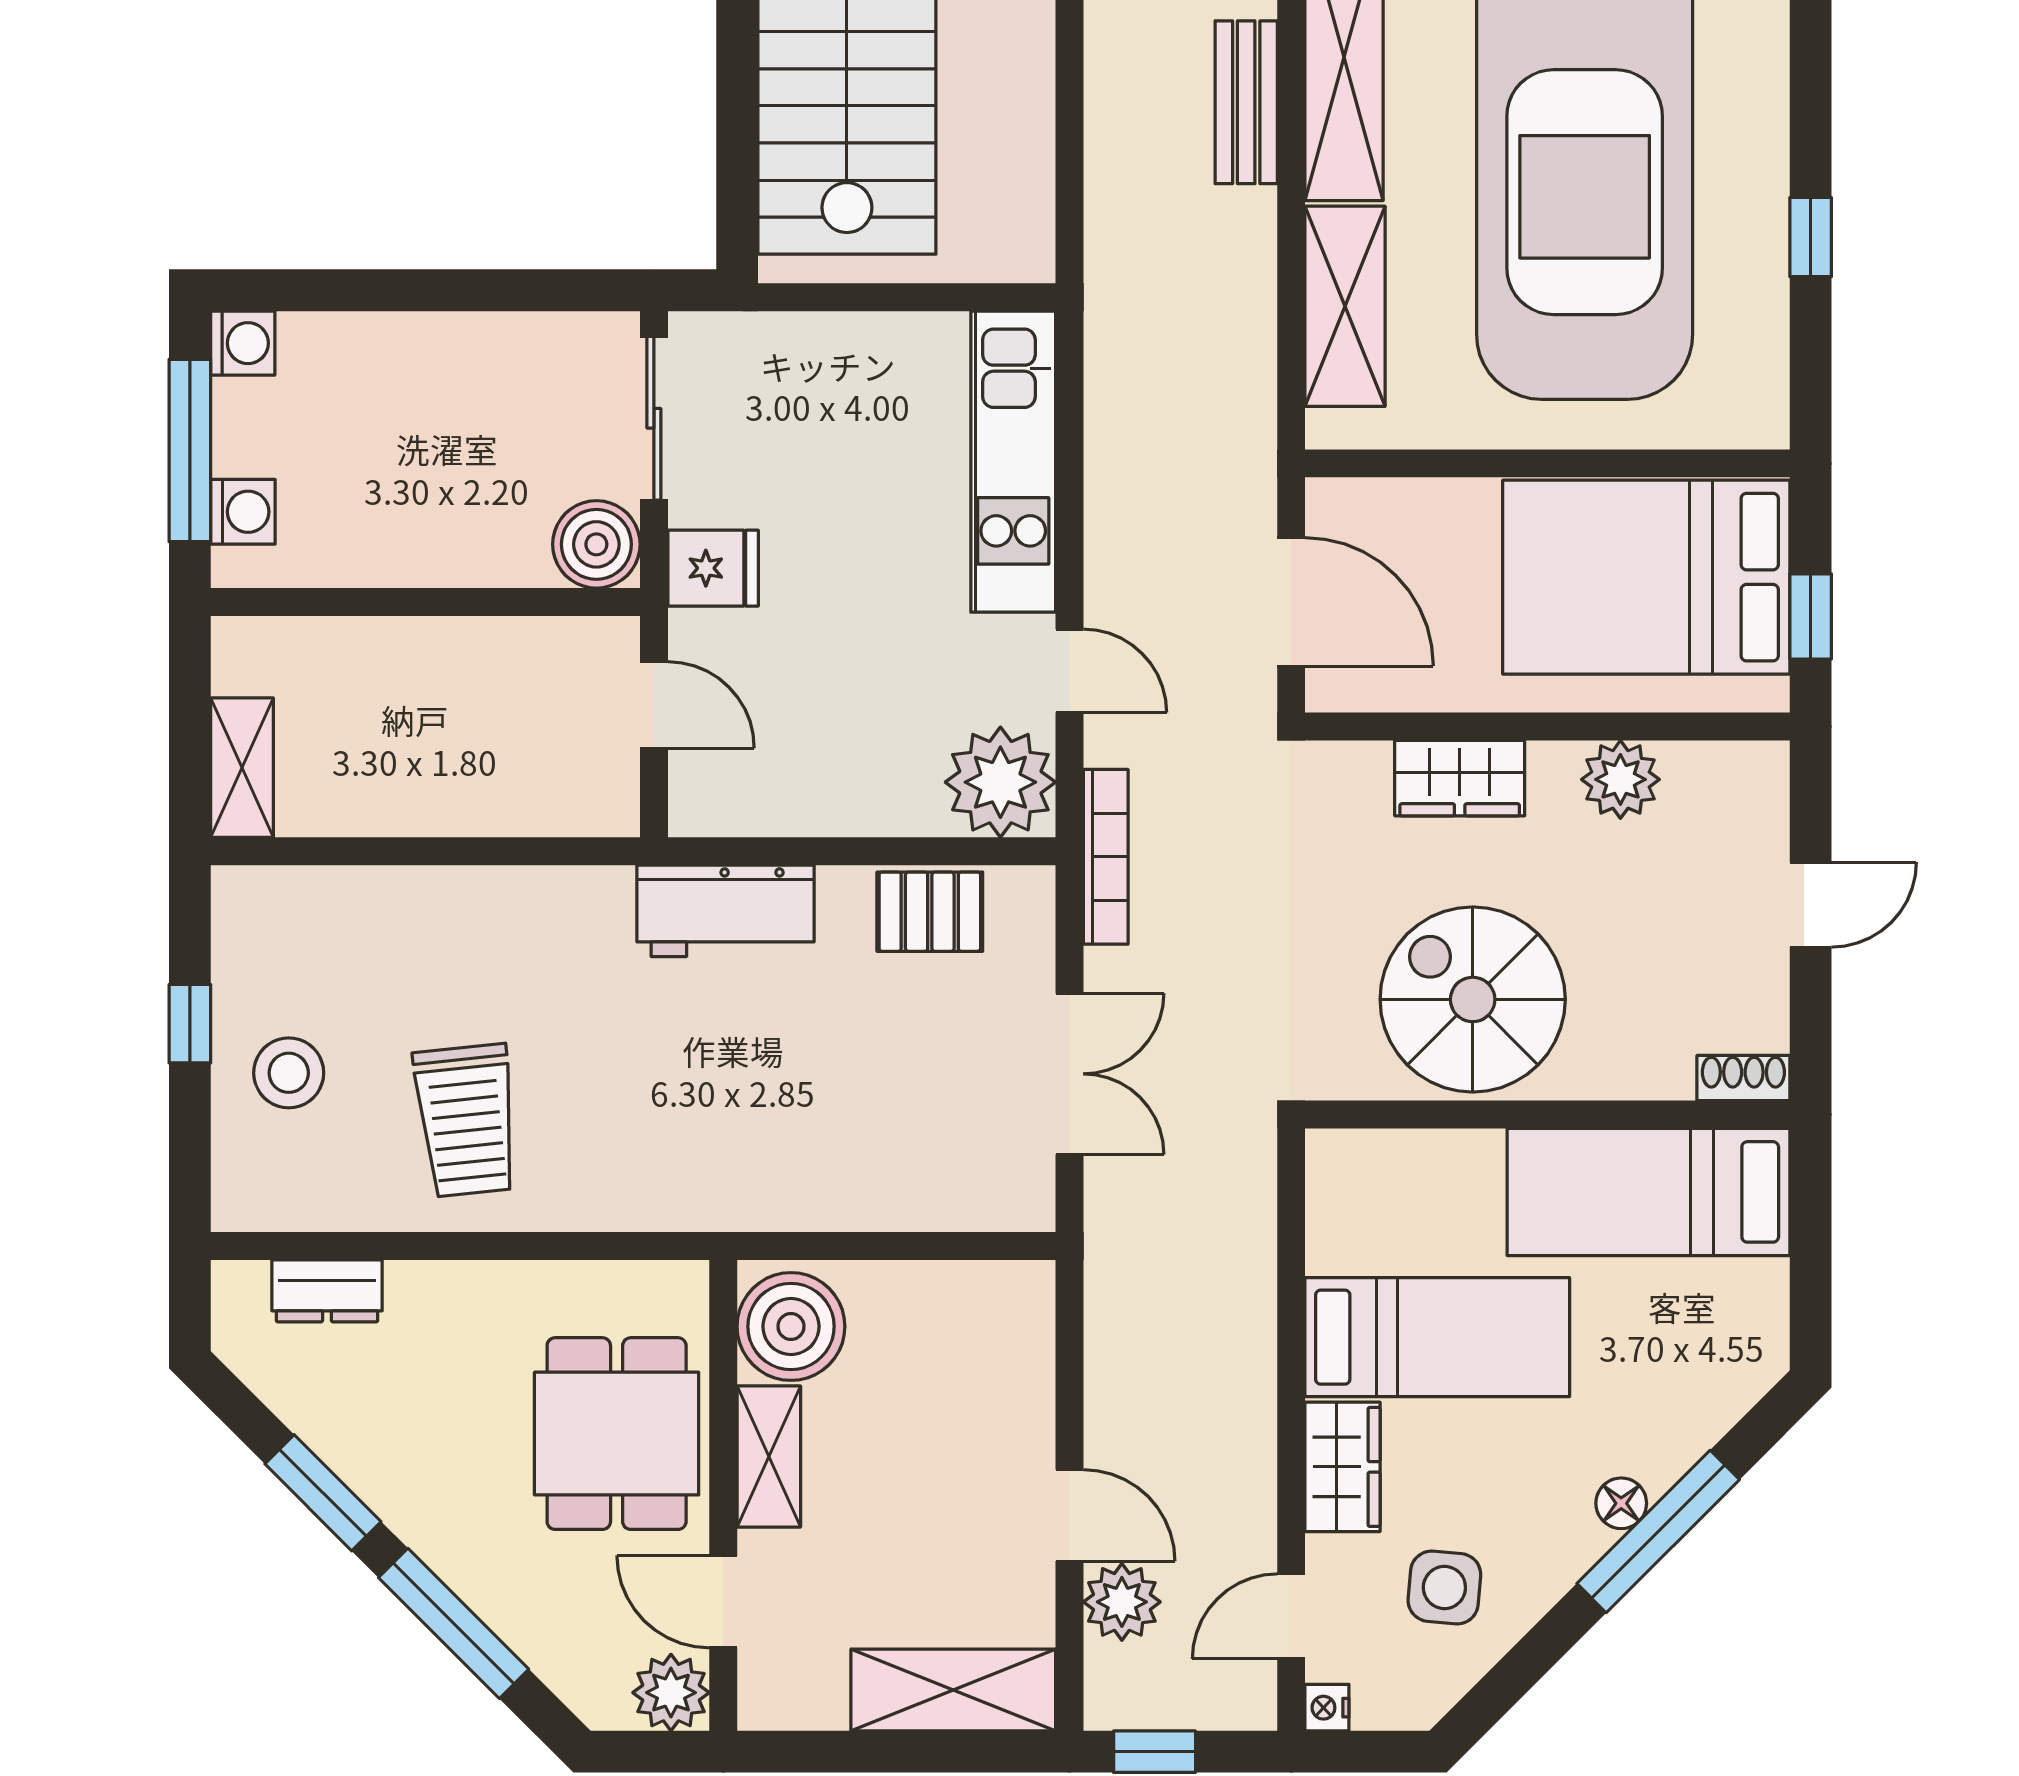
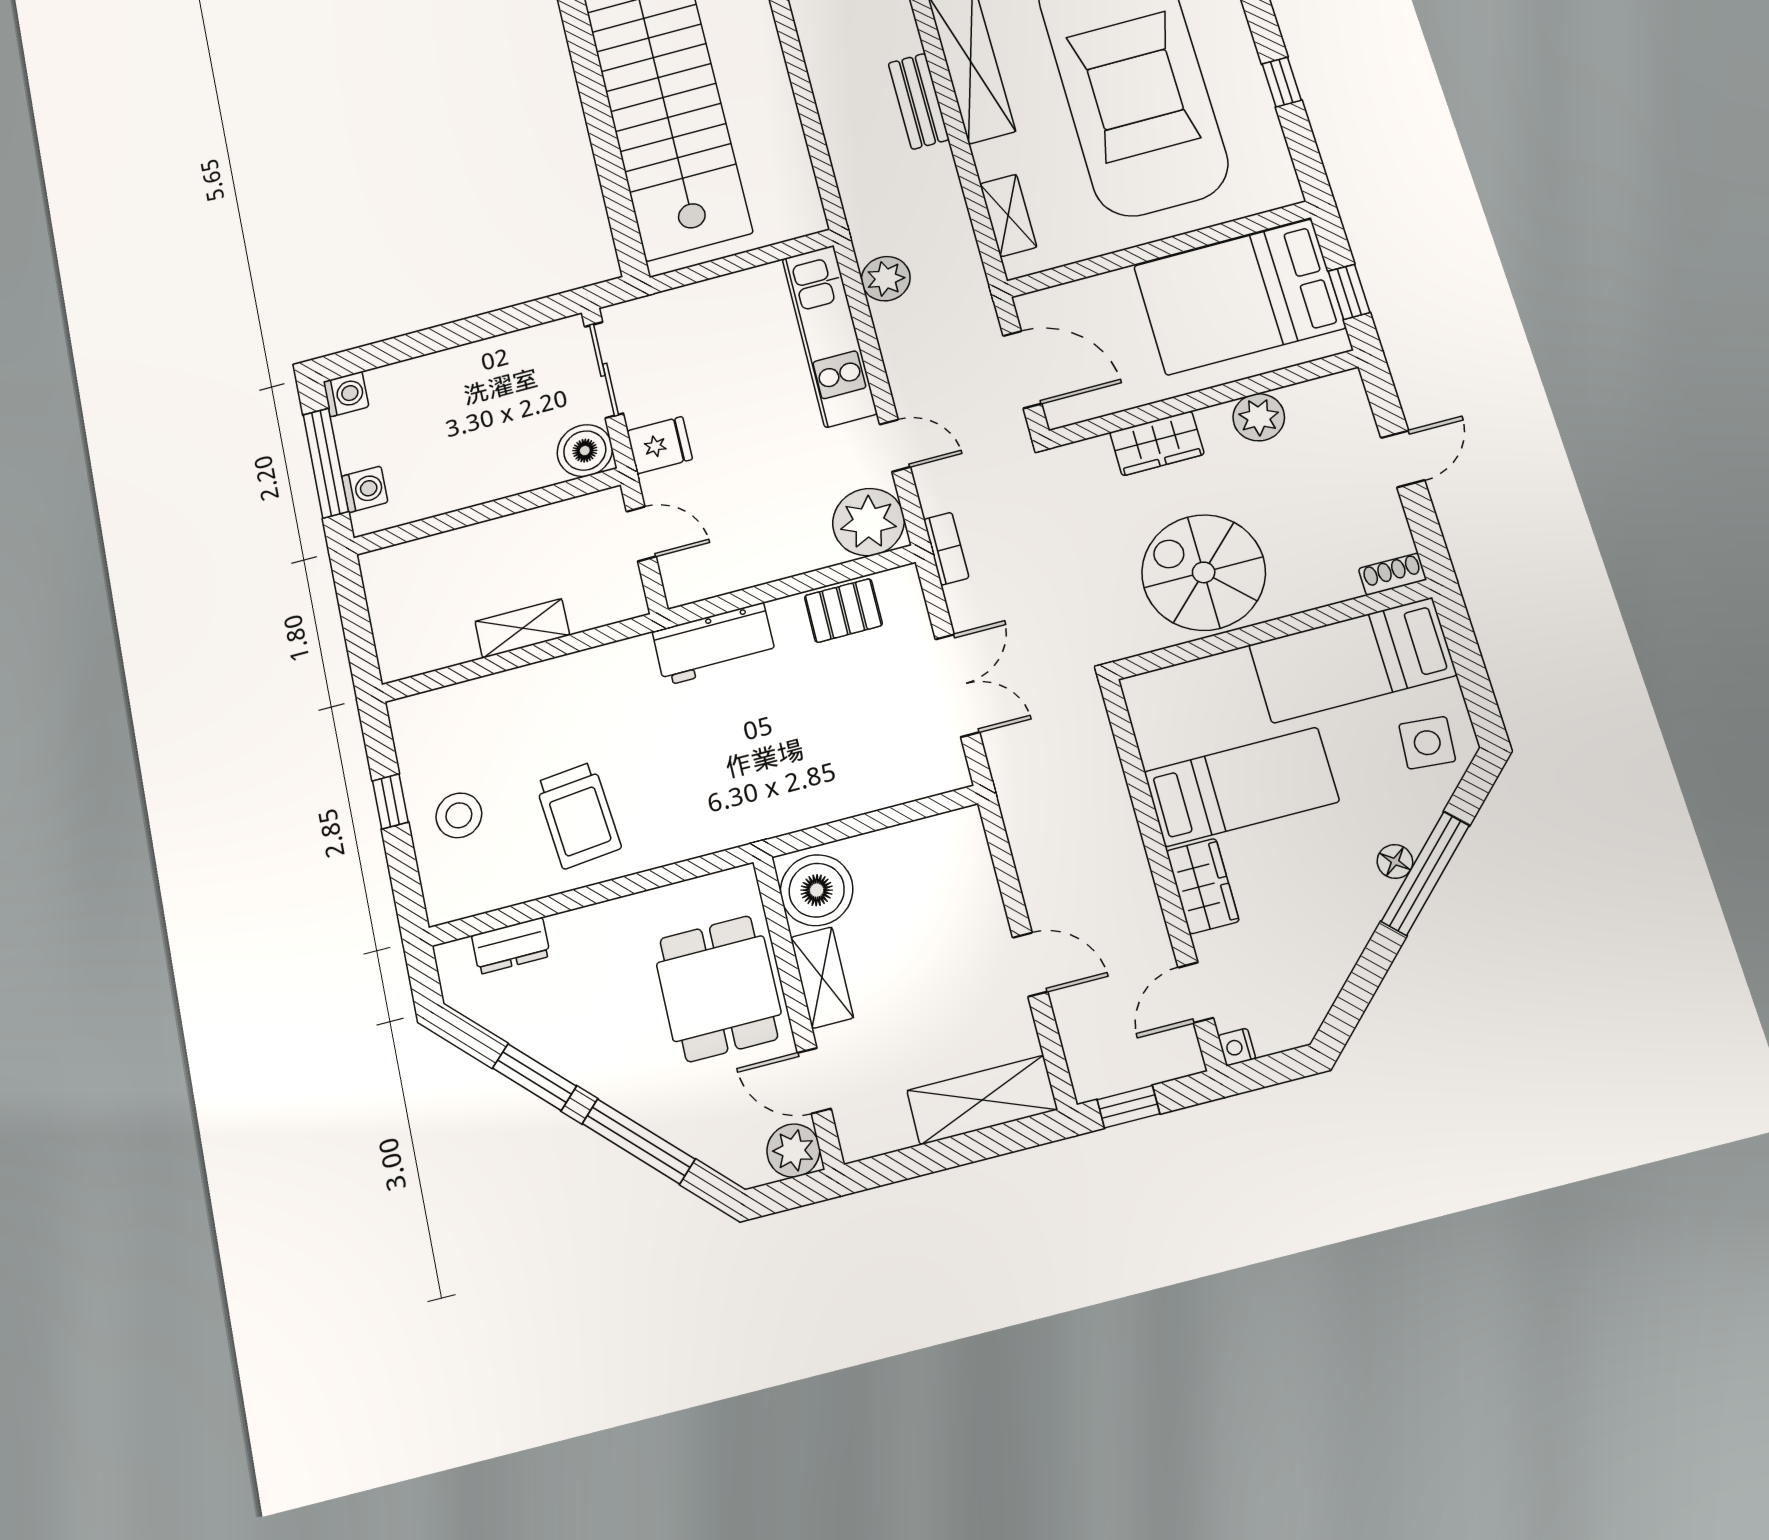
shelving: (1345, 306) -> (1008, 215), width x0.67, depth x0.75
shelving: (242, 768) -> (522, 628), moved, turned 90
bookcase: (1106, 857) -> (946, 549), width x0.64
side table: (1444, 1587) -> (1427, 743), moved
plant: (1122, 1602) -> (886, 279), moved

